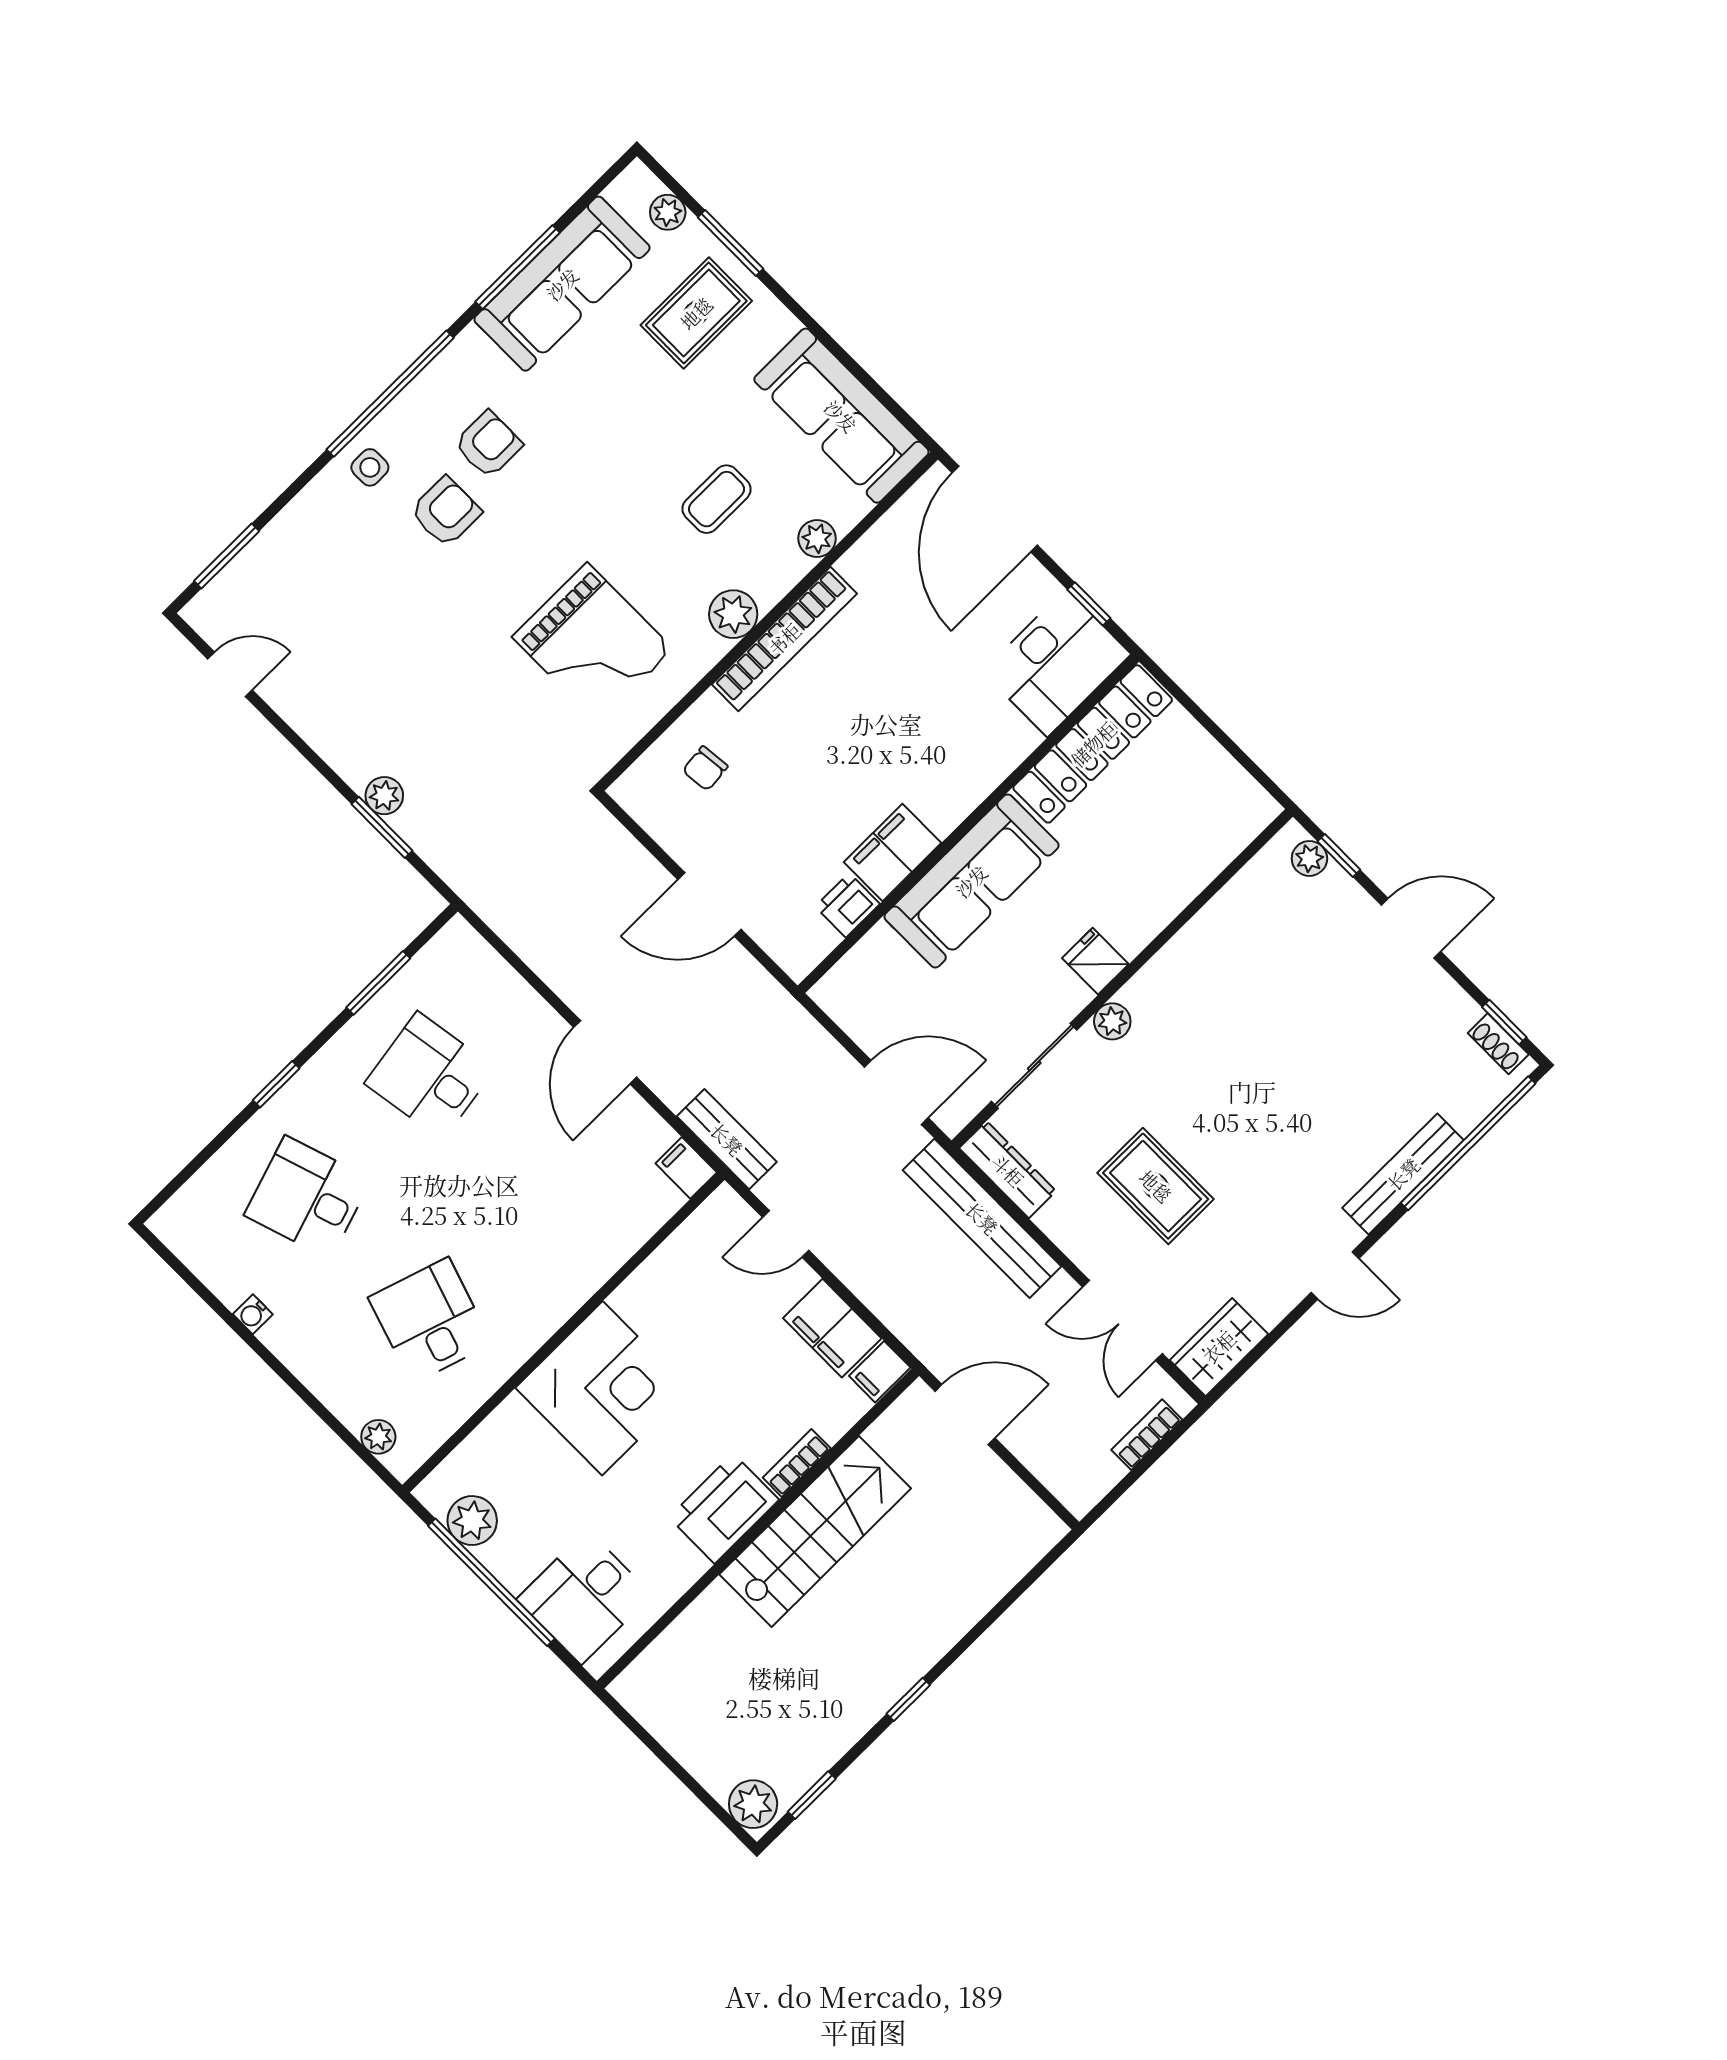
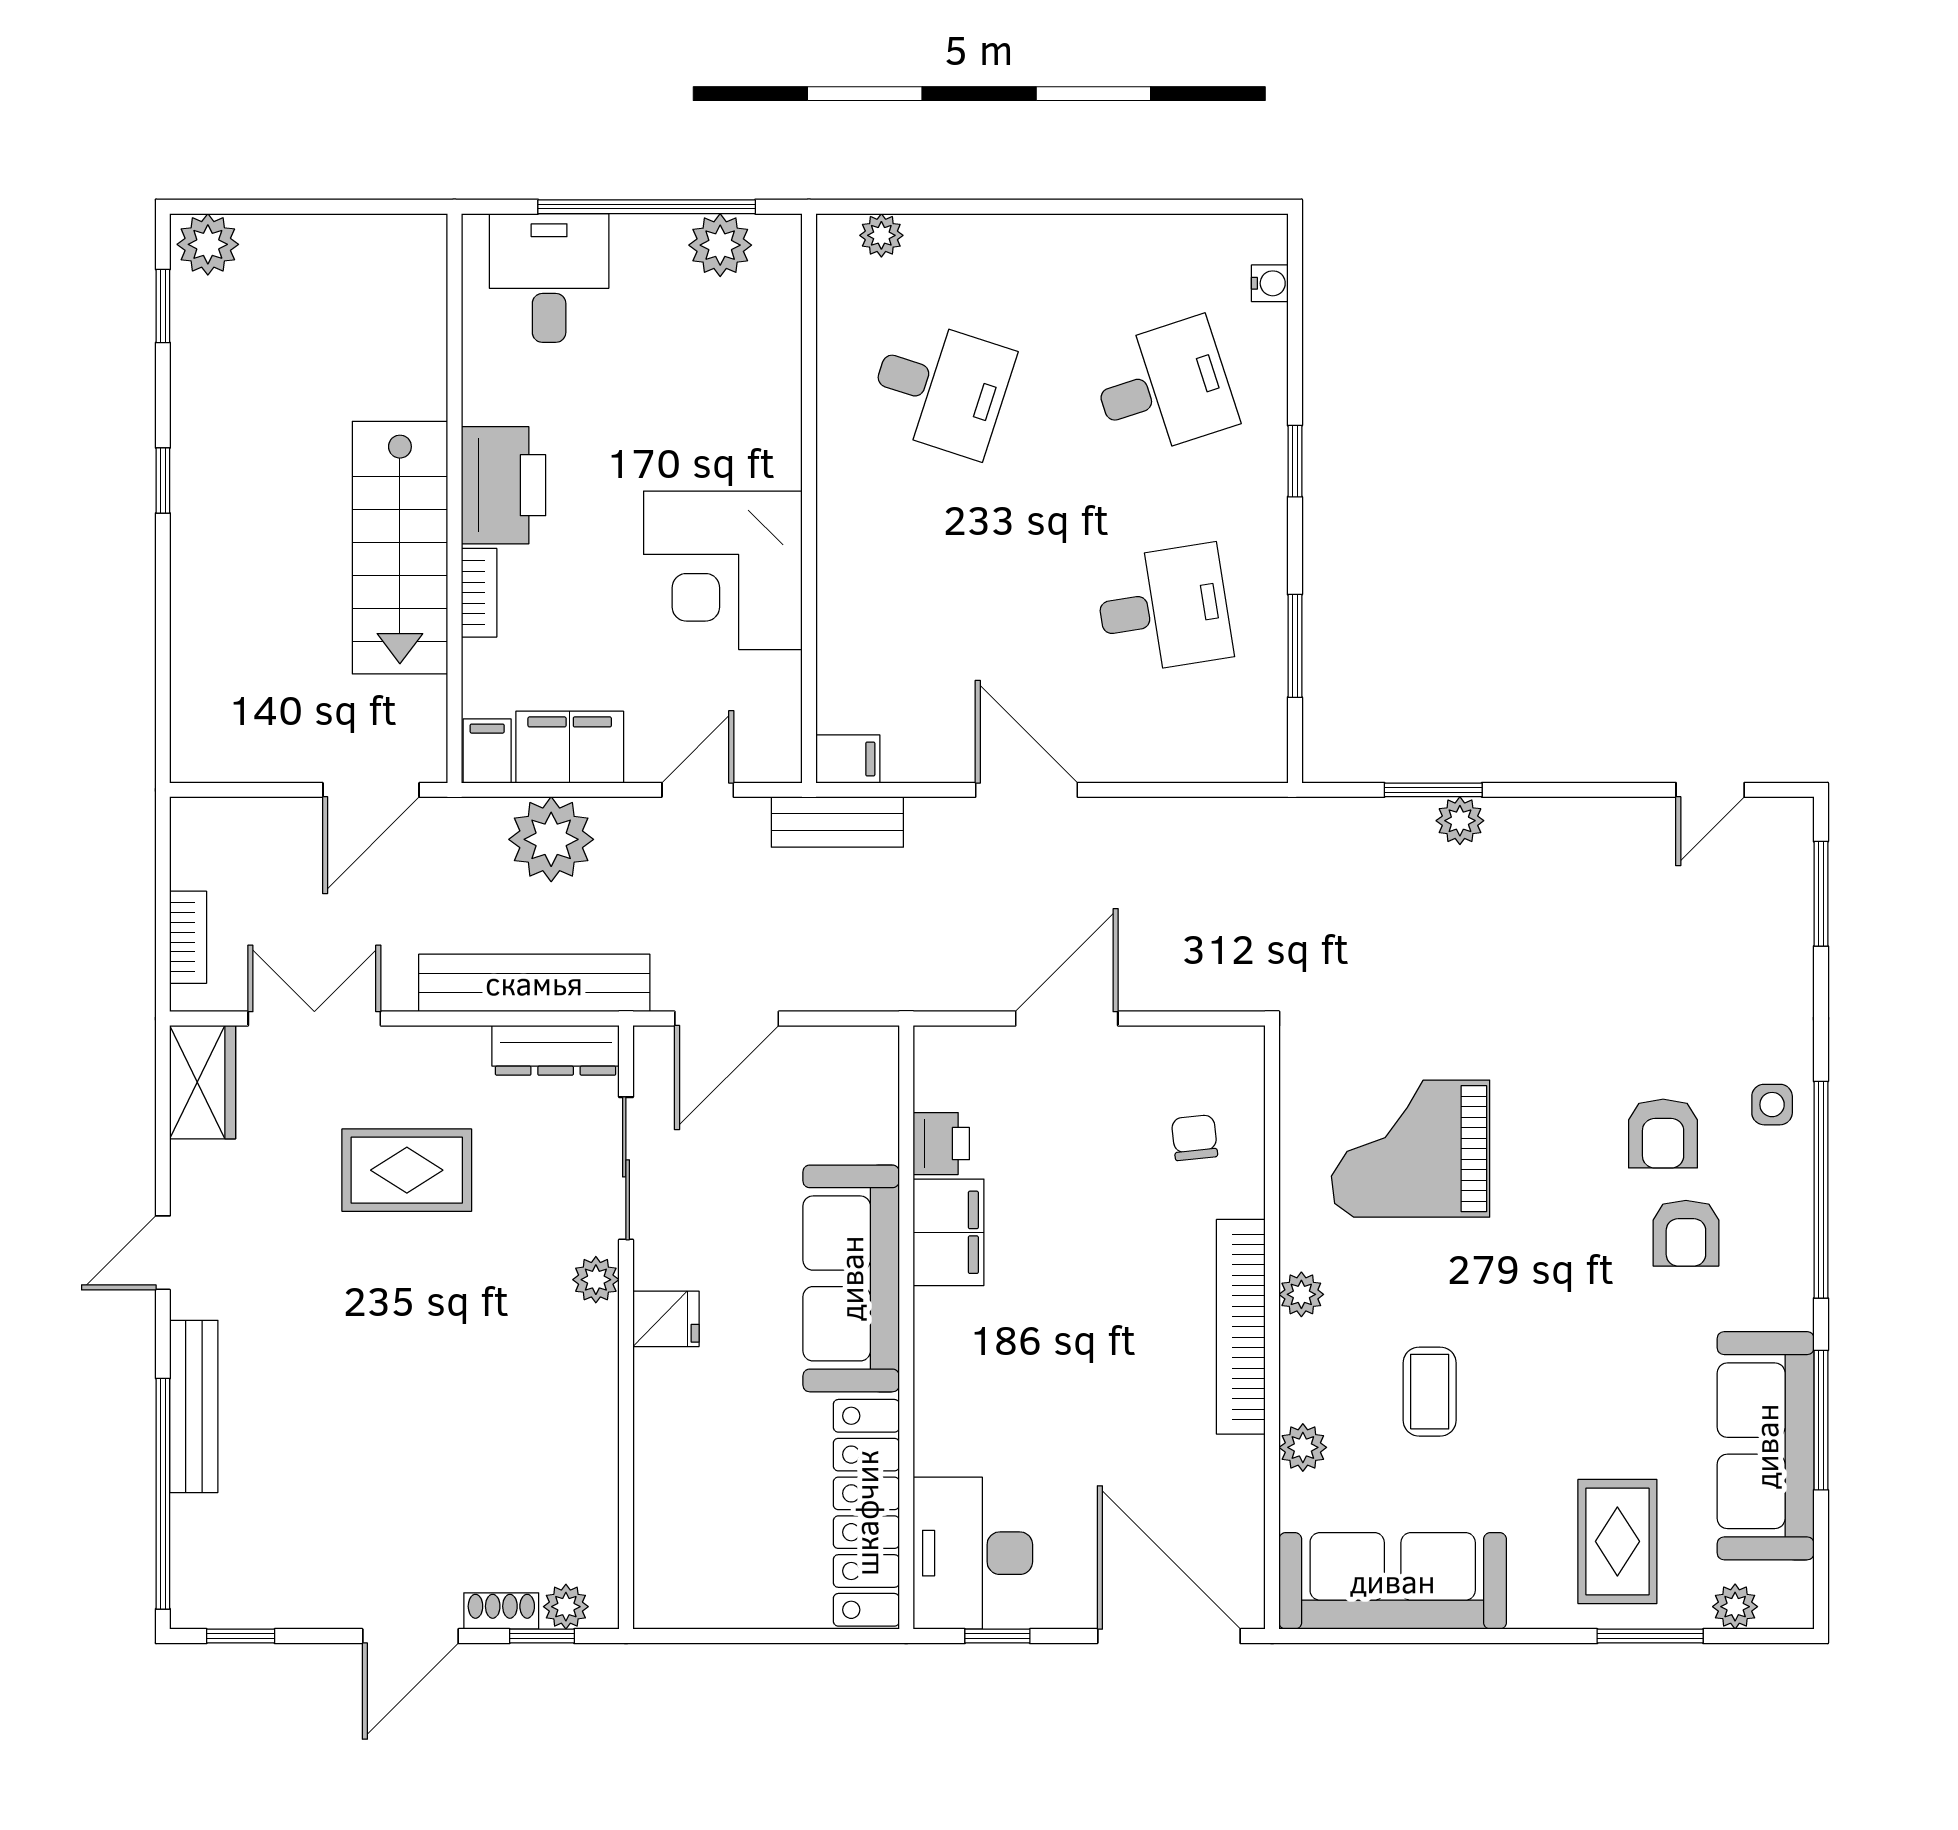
plant: (733, 614) -> (1301, 1294), width x0.73, depth x0.73
shoe rack: (1498, 1044) -> (501, 1611), moved
plant: (893, 1288) -> (551, 839), added
water cooler: (253, 1314) -> (1270, 283), moved, turned 90
corner desk: (602, 1388) -> (723, 570), moved

